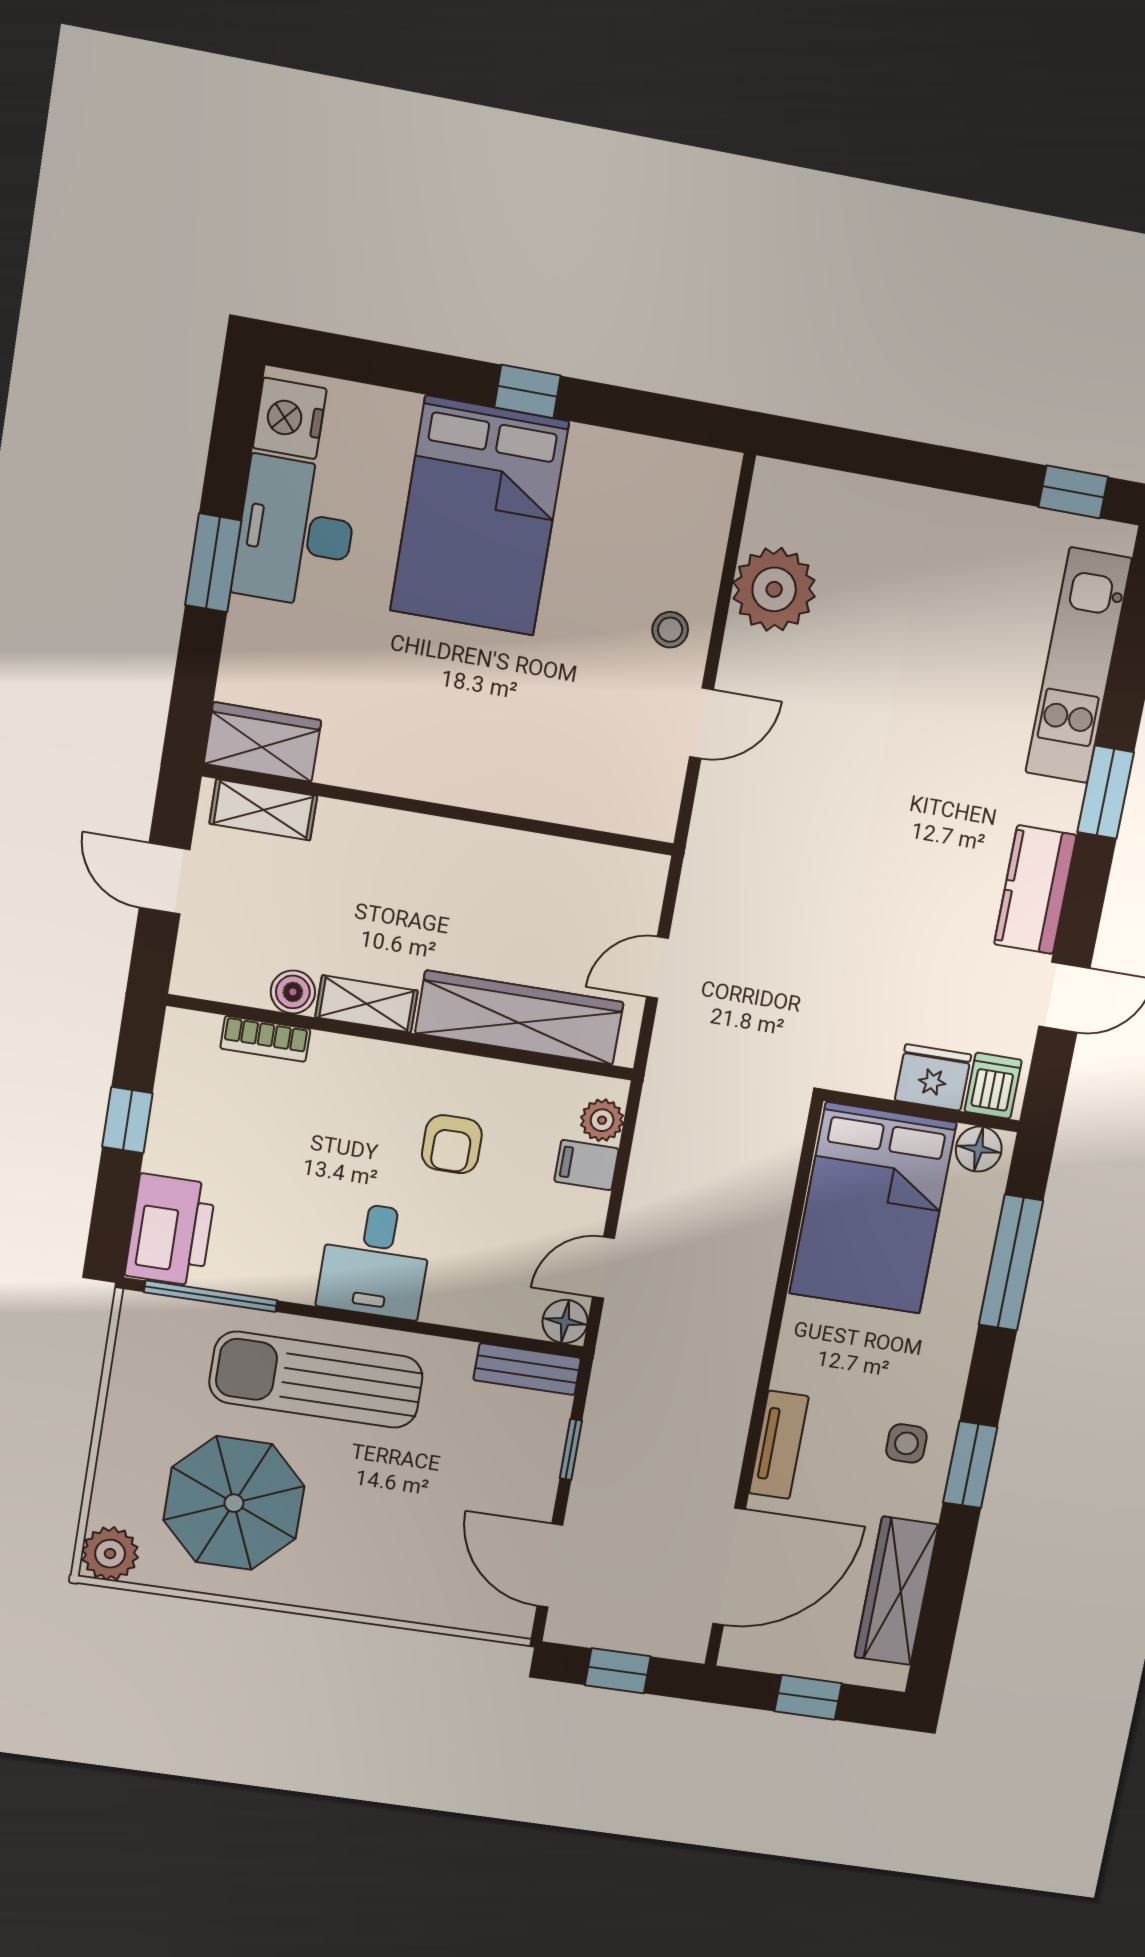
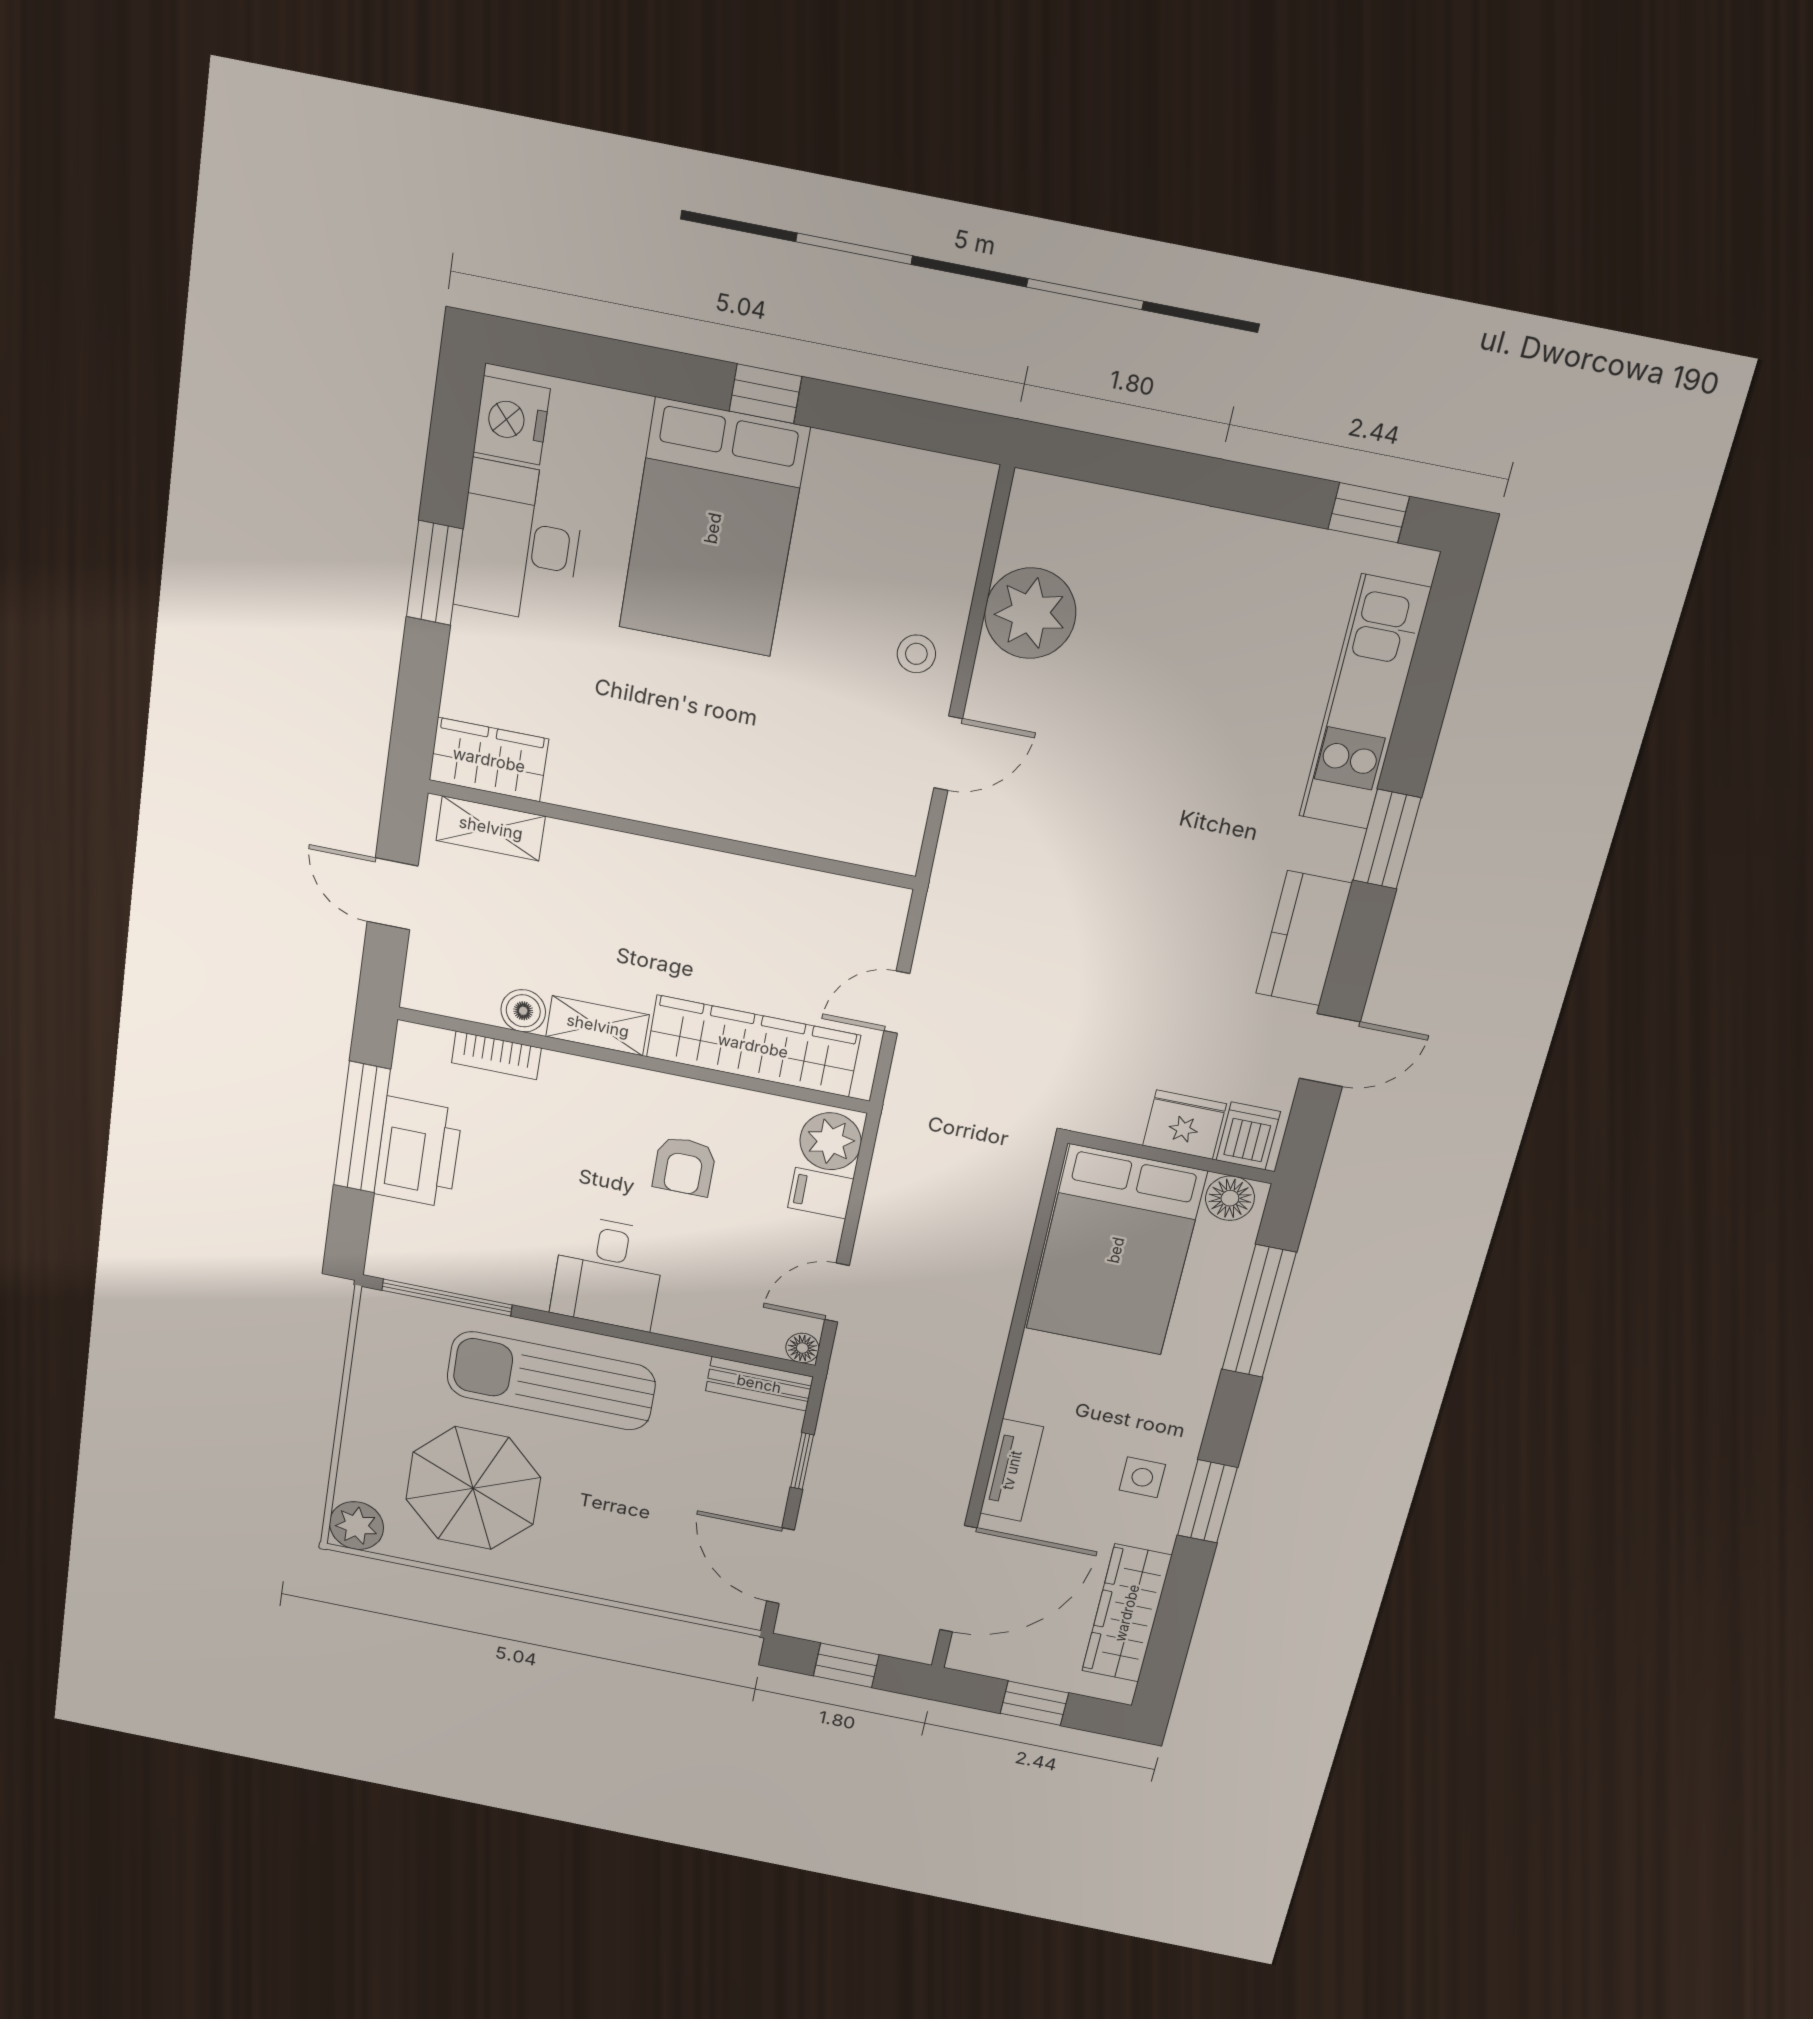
window: (127, 1120) -> (362, 1127), width x2.17
plant: (602, 1120) -> (831, 1141), width x1.38, depth x1.38
printer: (171, 1230) -> (418, 1152), moved
floor lamp: (565, 1322) -> (802, 1348), width x0.73, depth x0.73

